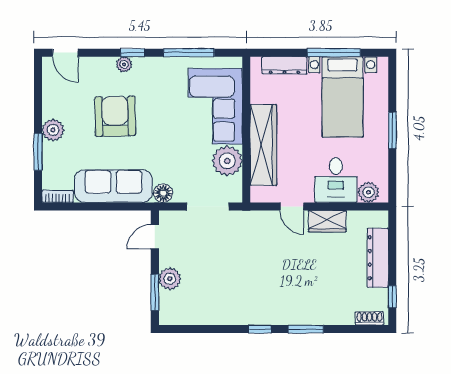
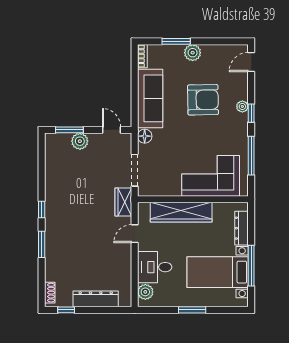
plant: (227, 161) -> (169, 185), removed
wardrobe: (327, 221) -> (123, 202), moved

